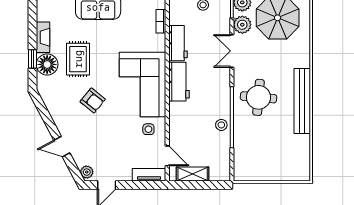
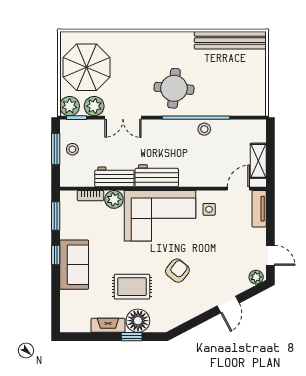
plant: (157, 43) -> (114, 199), added
bench: (302, 101) -> (230, 40), moved

